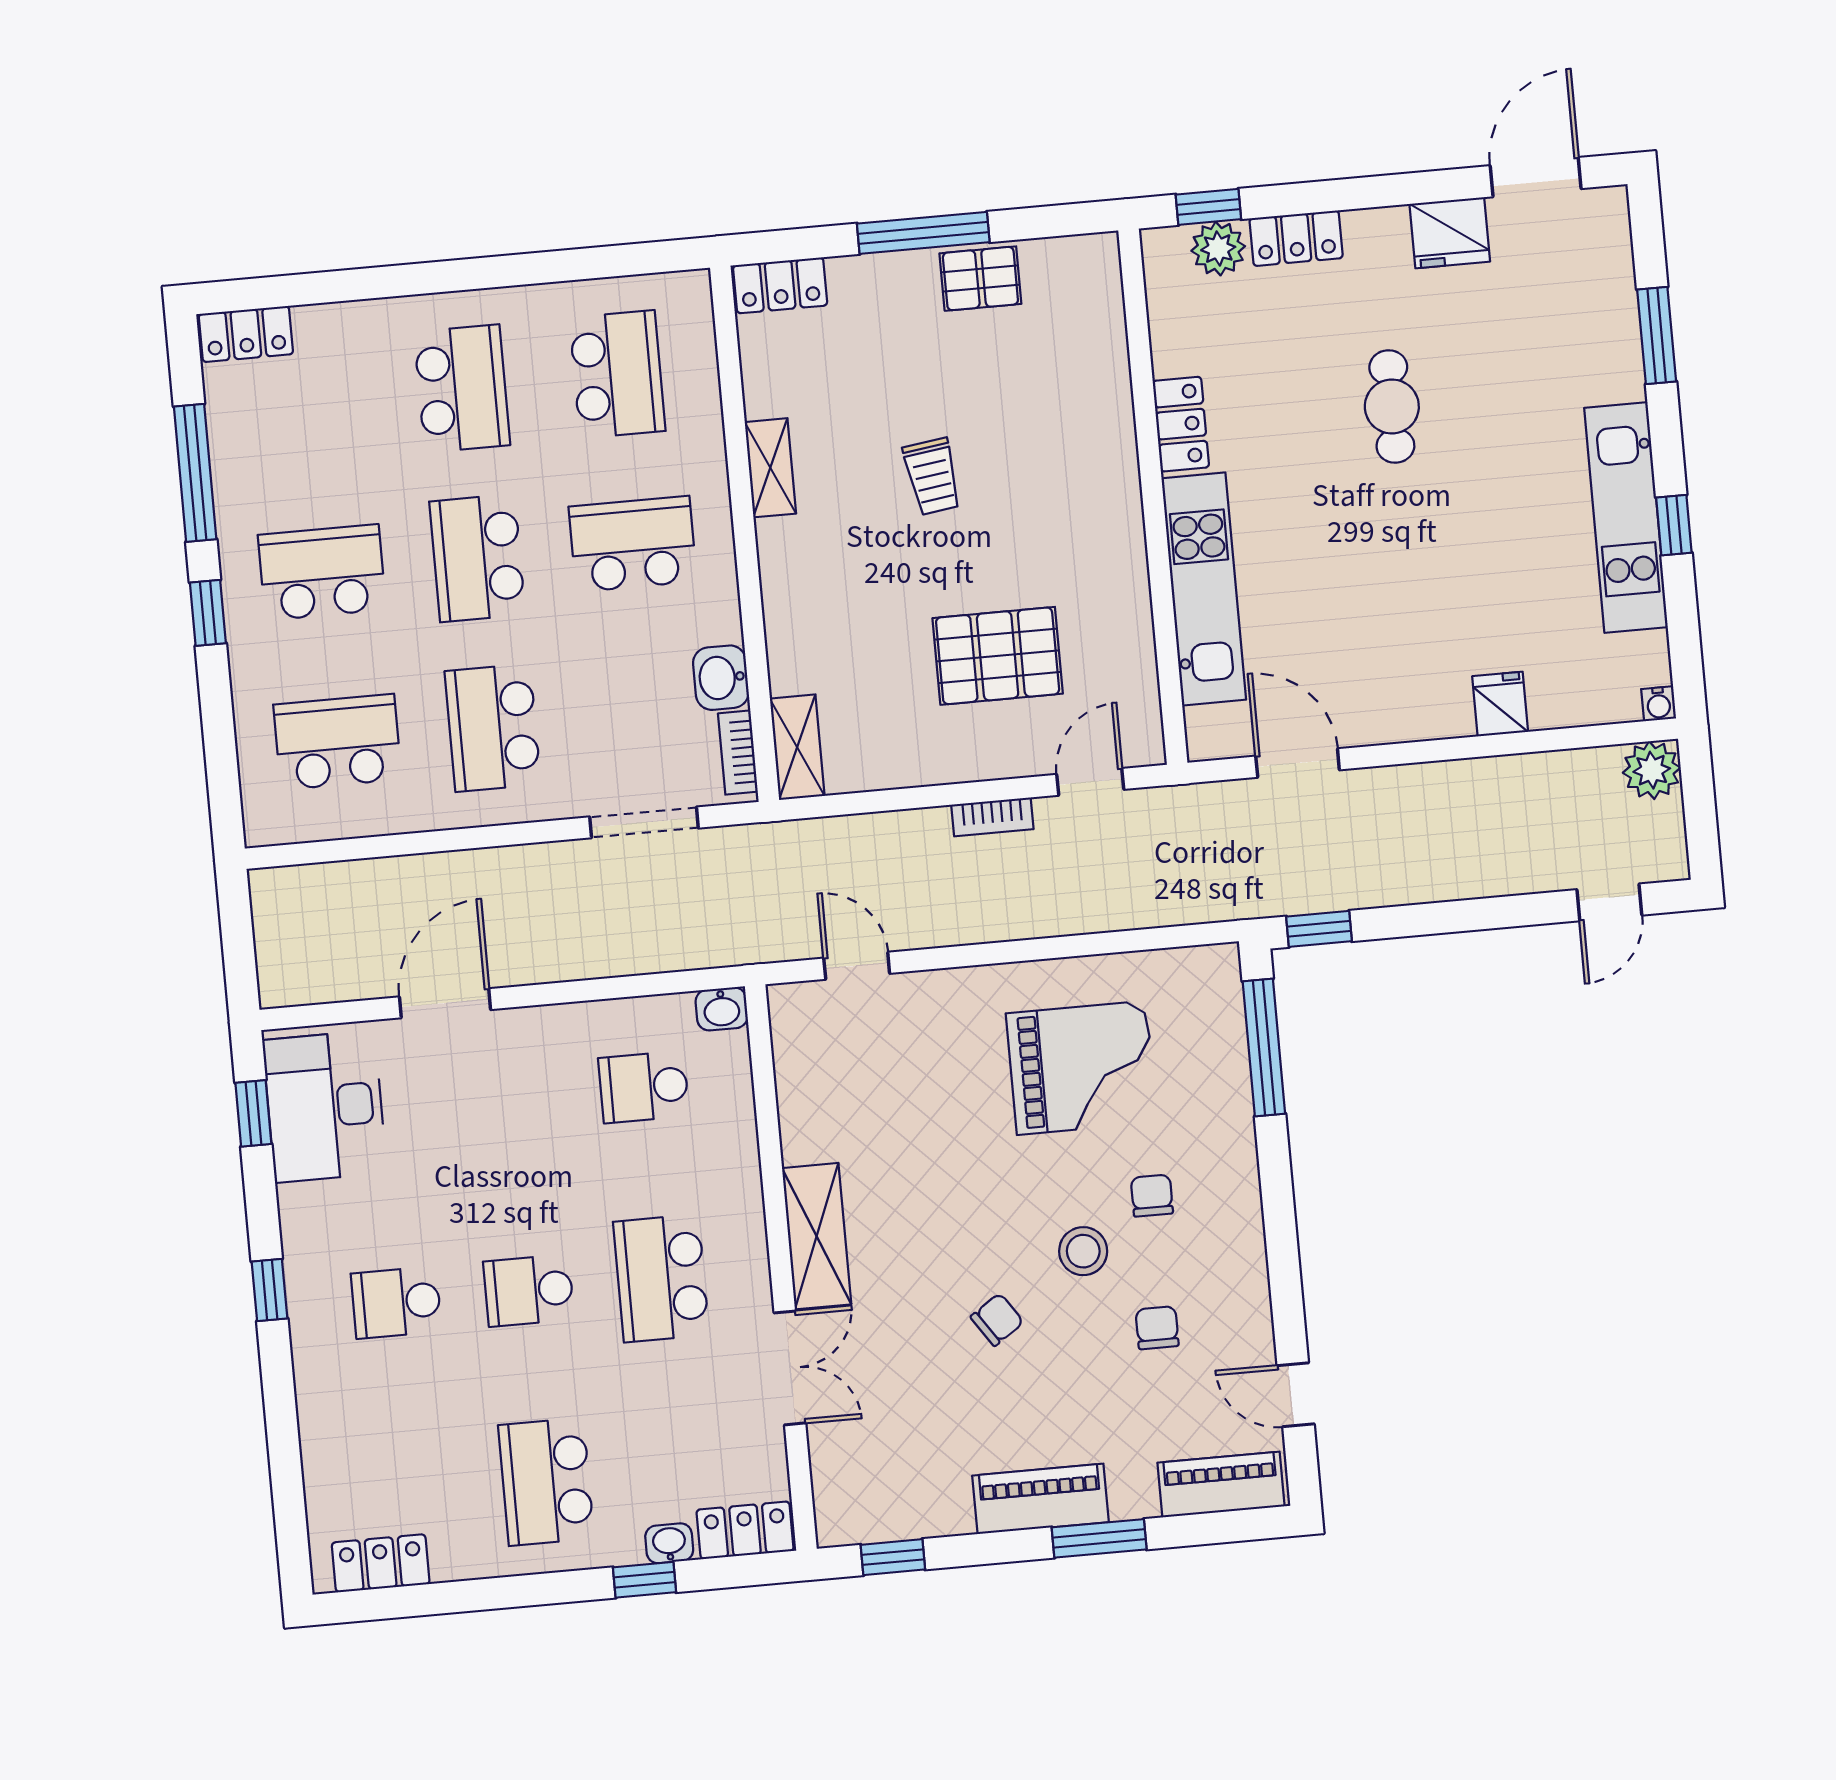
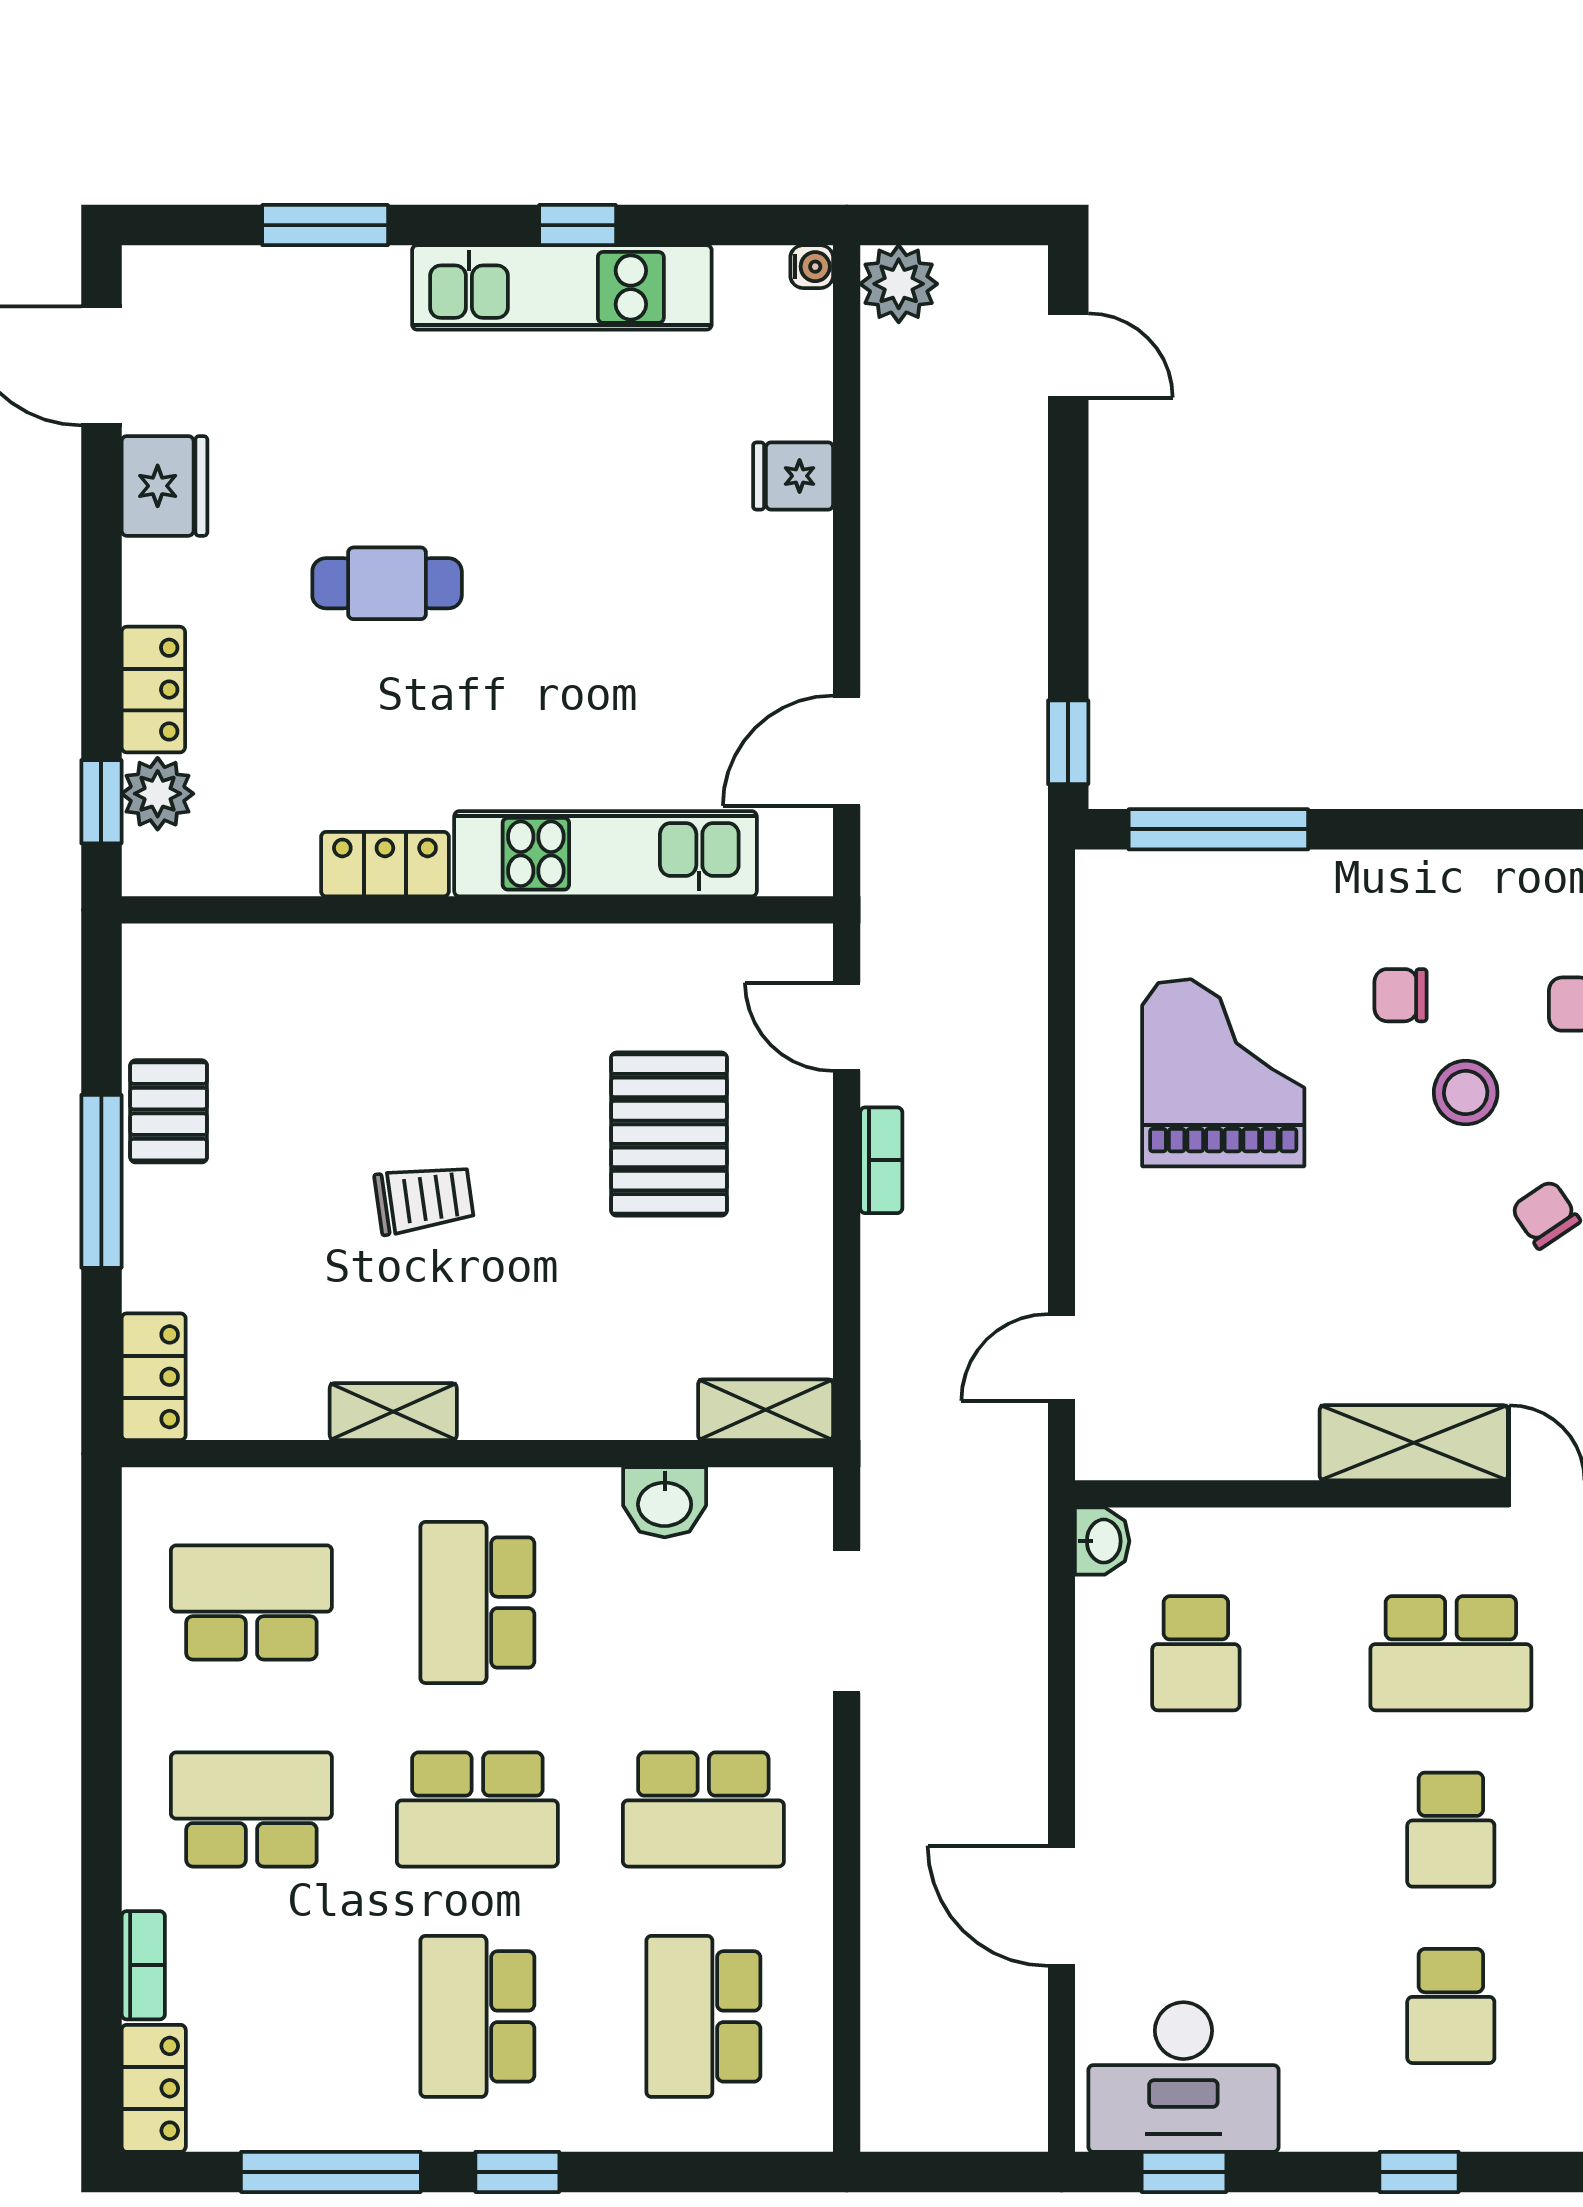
bookcase: (738, 753) -> (143, 1965), moved, turned -90

